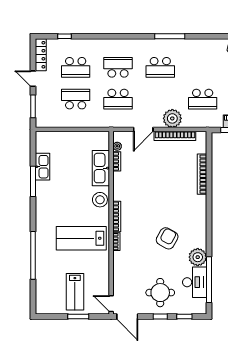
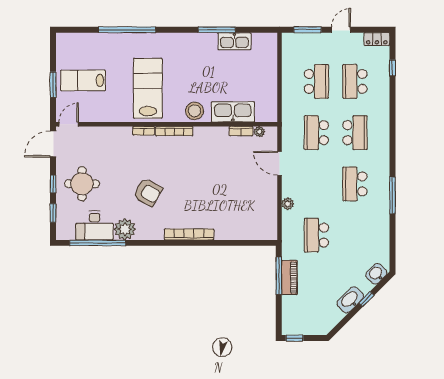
locker: (41, 55) -> (377, 39), width x0.66
plant: (172, 118) -> (288, 204), width x0.53, depth x0.53
bookcase: (175, 136) -> (272, 202), removed
bookcase: (202, 174) -> (189, 234), moved

